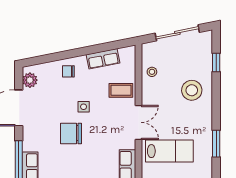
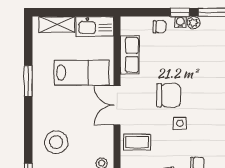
chair: (71, 133) -> (169, 95), moved
lab bench: (169, 151) -> (82, 73), turned 180

